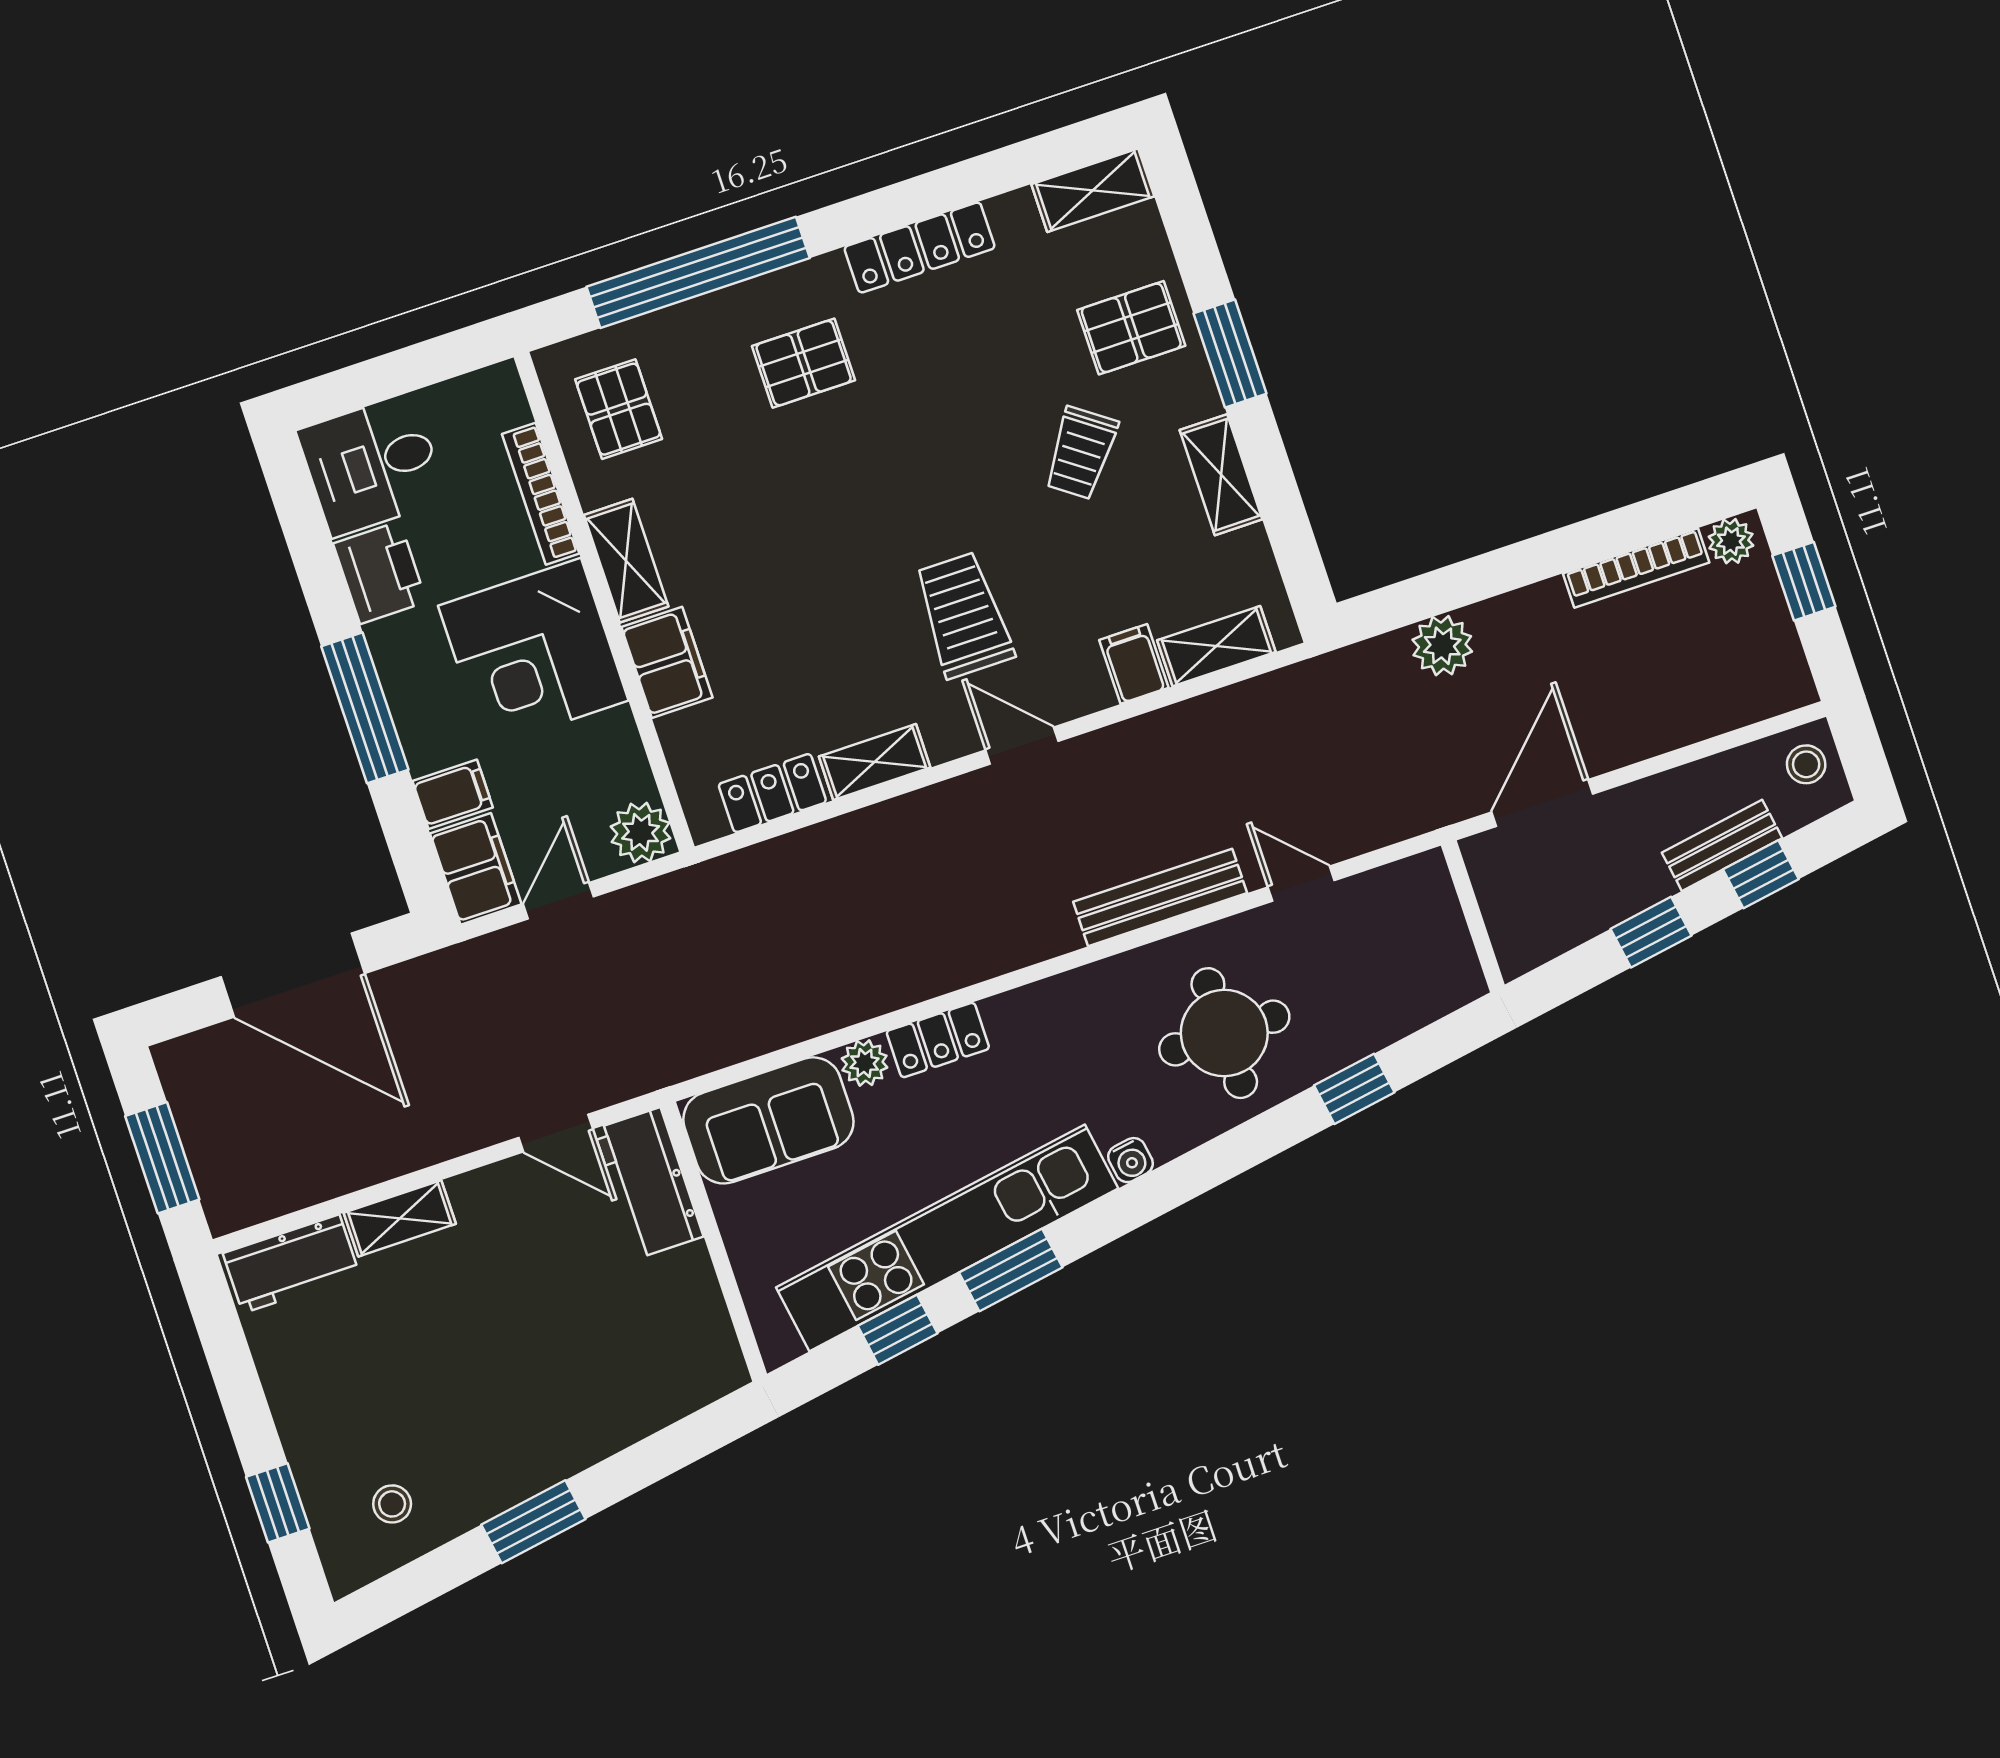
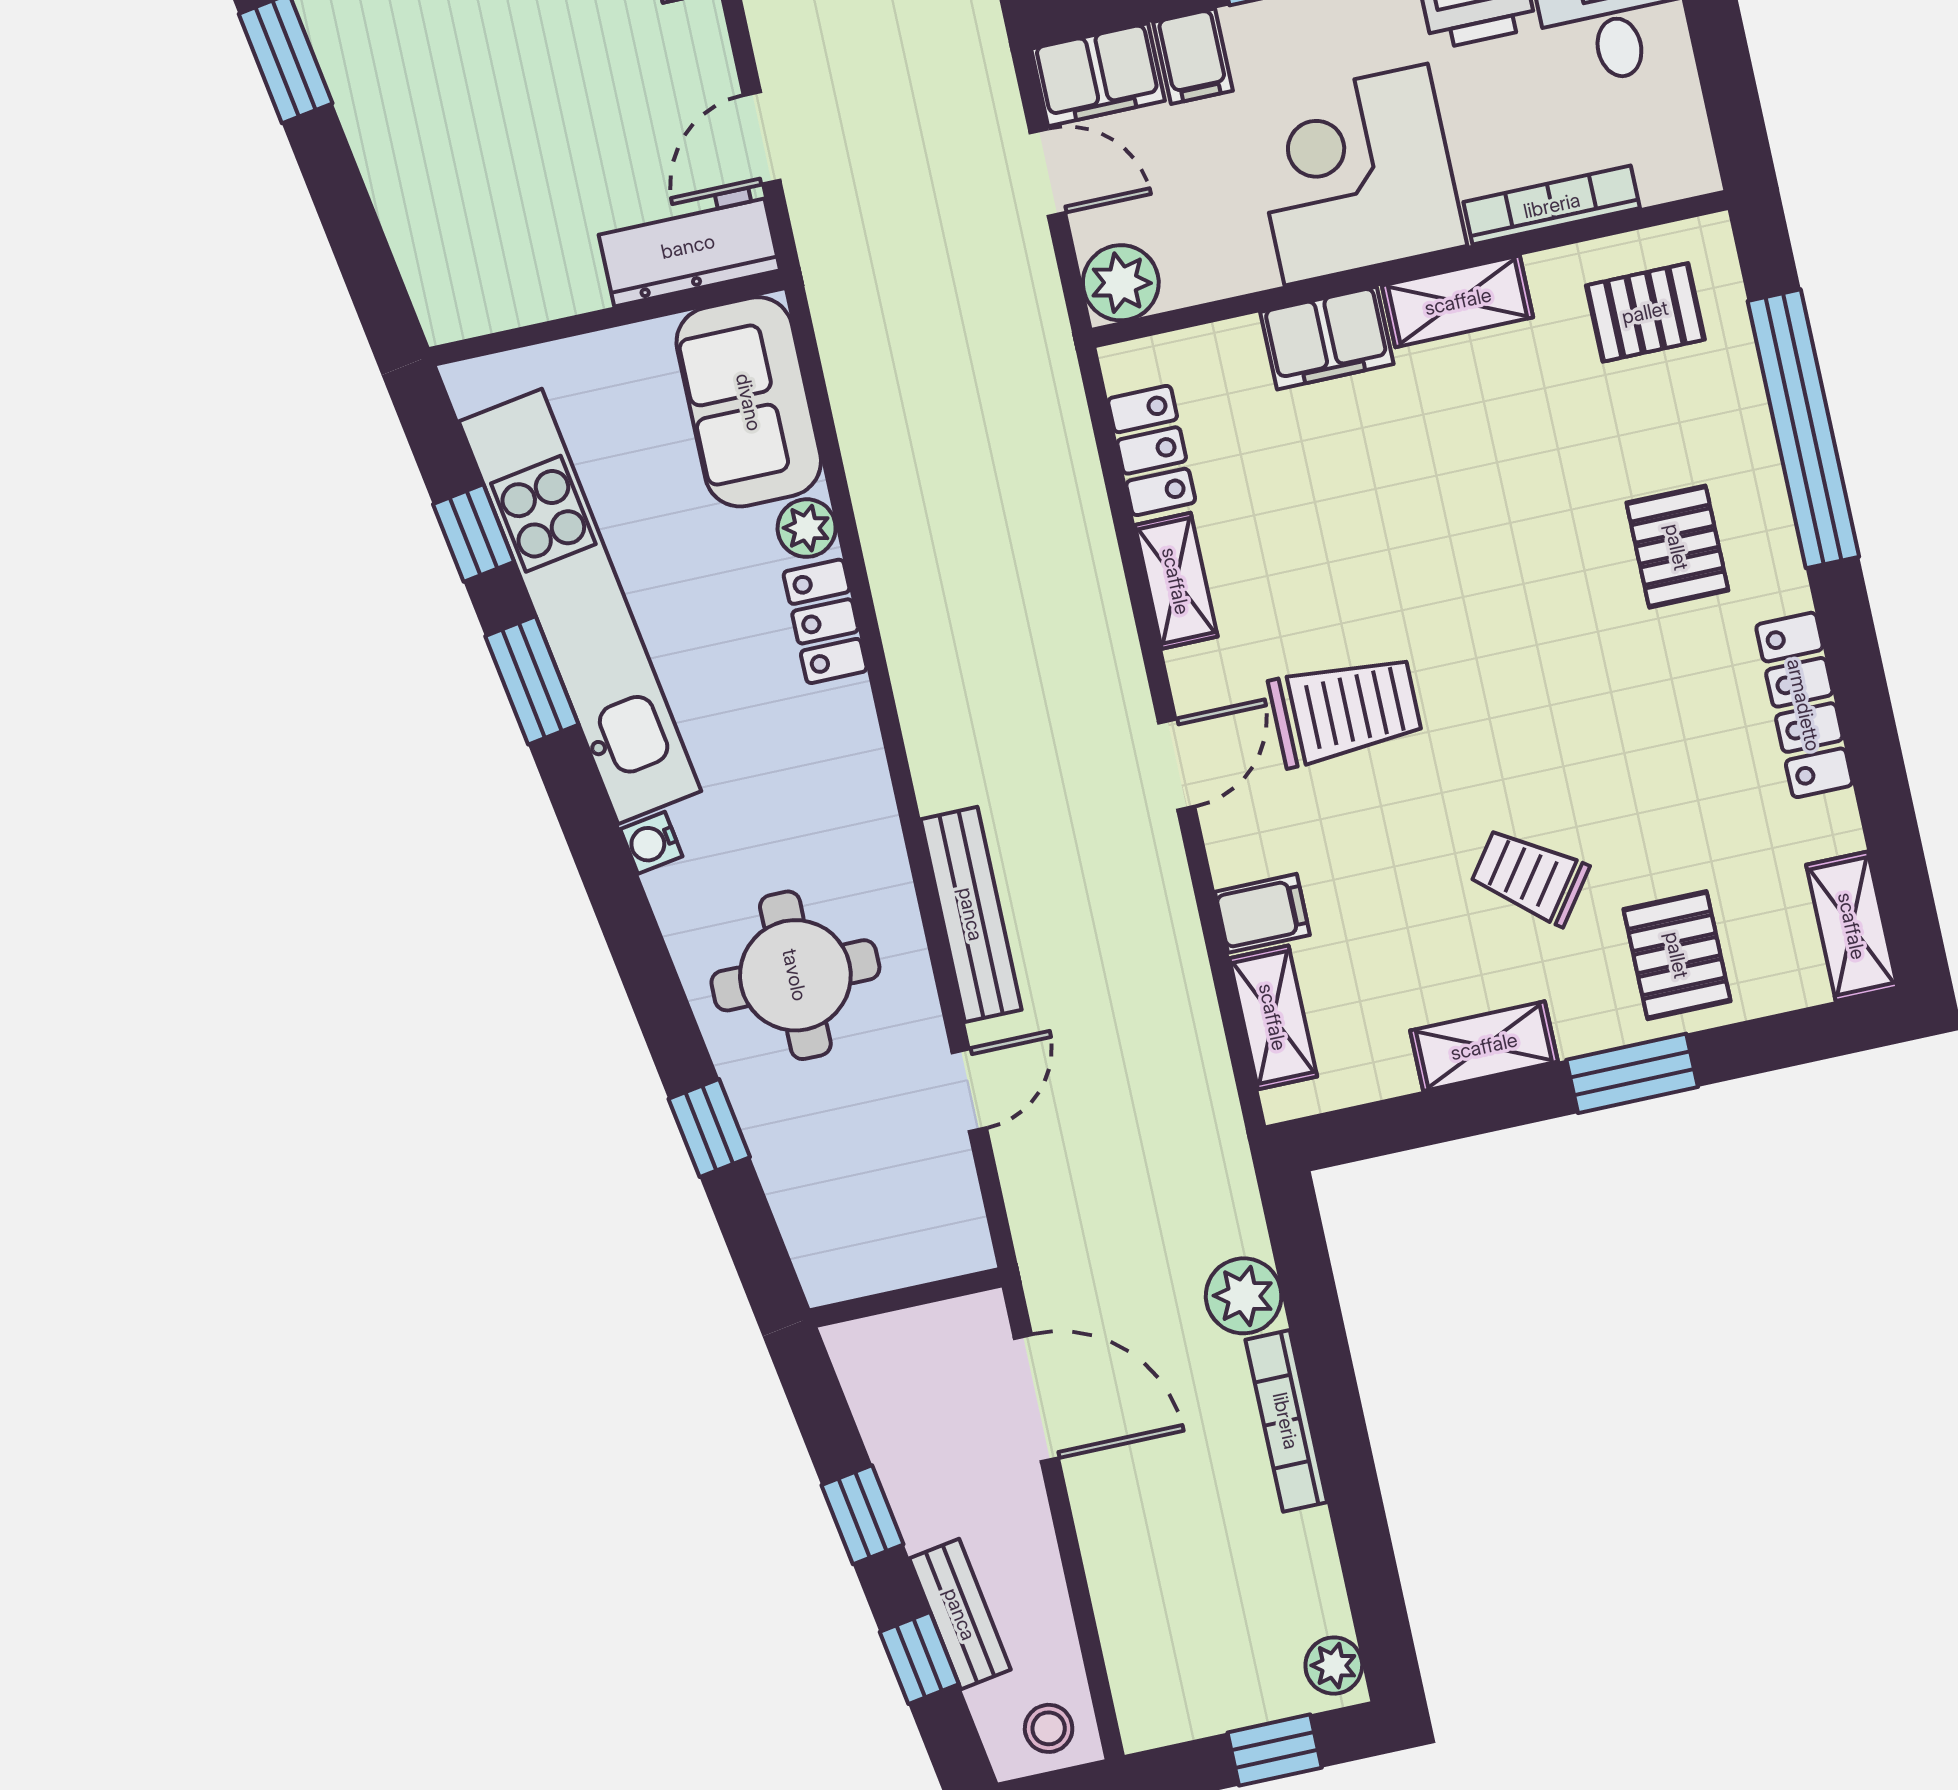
bookcase: (1636, 568) -> (1286, 1421), moved

